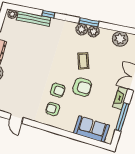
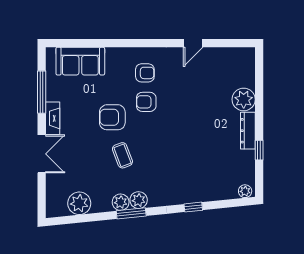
bench: (34, 19) -> (212, 194), removed
door: (16, 118) -> (193, 43), swing flipped

